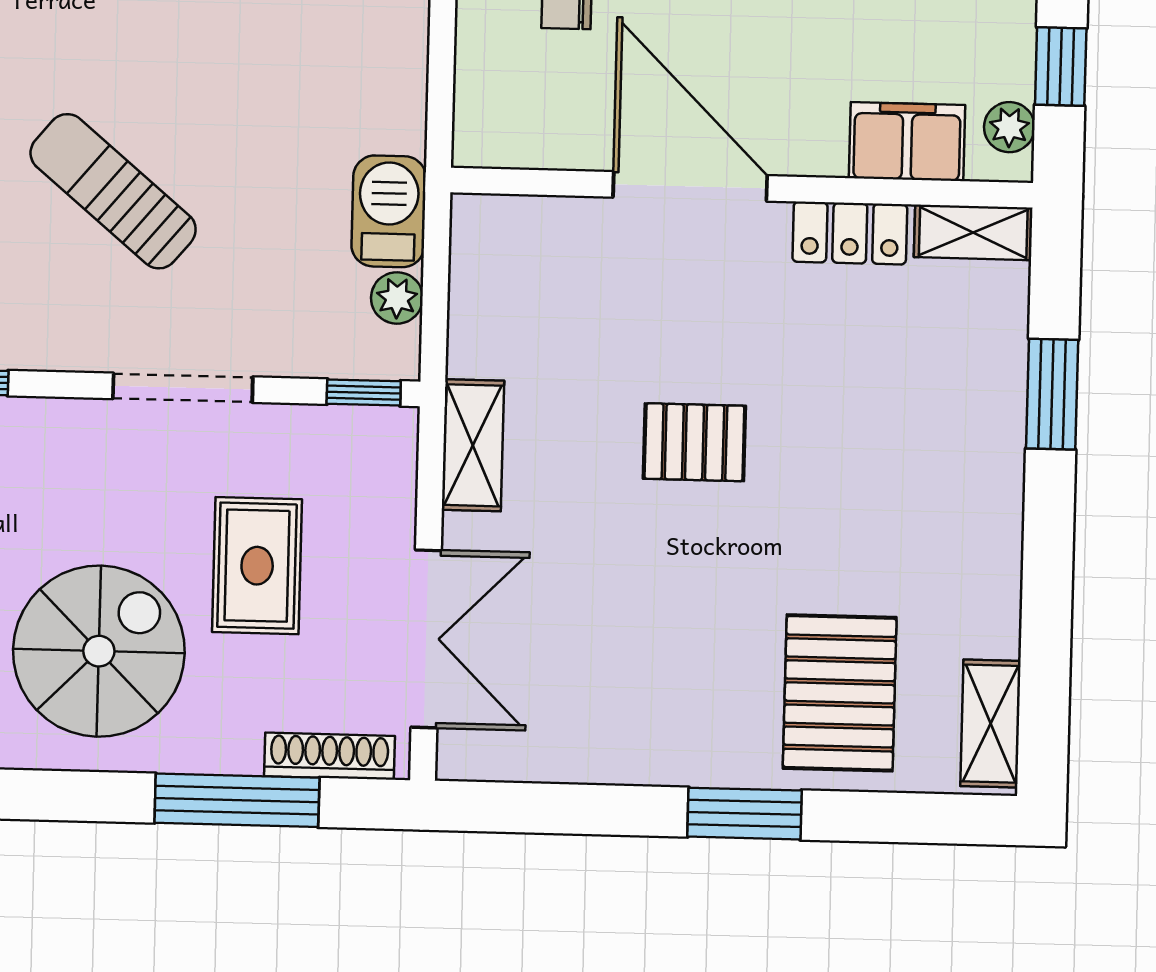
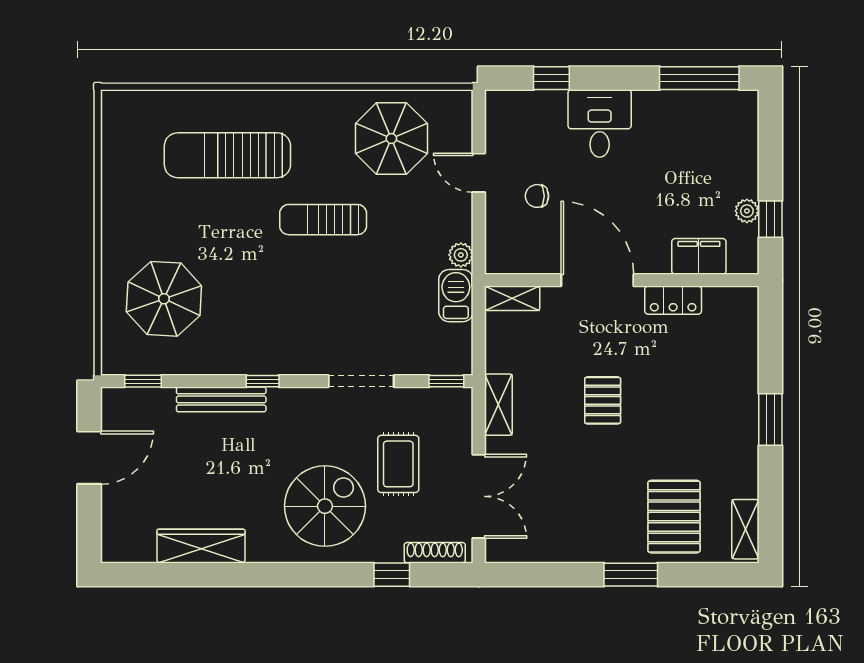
plant: (1009, 127) -> (747, 211), moved
sun lounger: (113, 191) -> (323, 220), moved, turned -40
shelving: (973, 232) -> (512, 298), moved
plant: (397, 298) -> (461, 255), moved
window: (1052, 394) -> (770, 420), moved
pallet: (694, 442) -> (603, 400), turned 90
window: (237, 800) -> (392, 575), width x0.46

